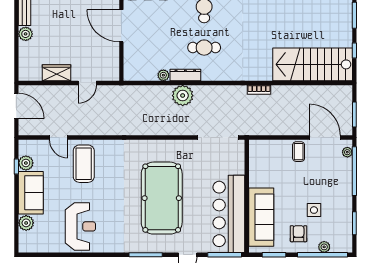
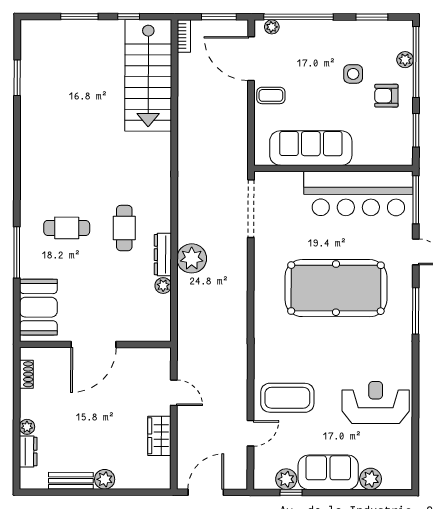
bookcase: (259, 90) -> (184, 36), moved
door: (325, 138) -> (251, 59), hinge flipped
sofa: (261, 217) -> (311, 148), moved

